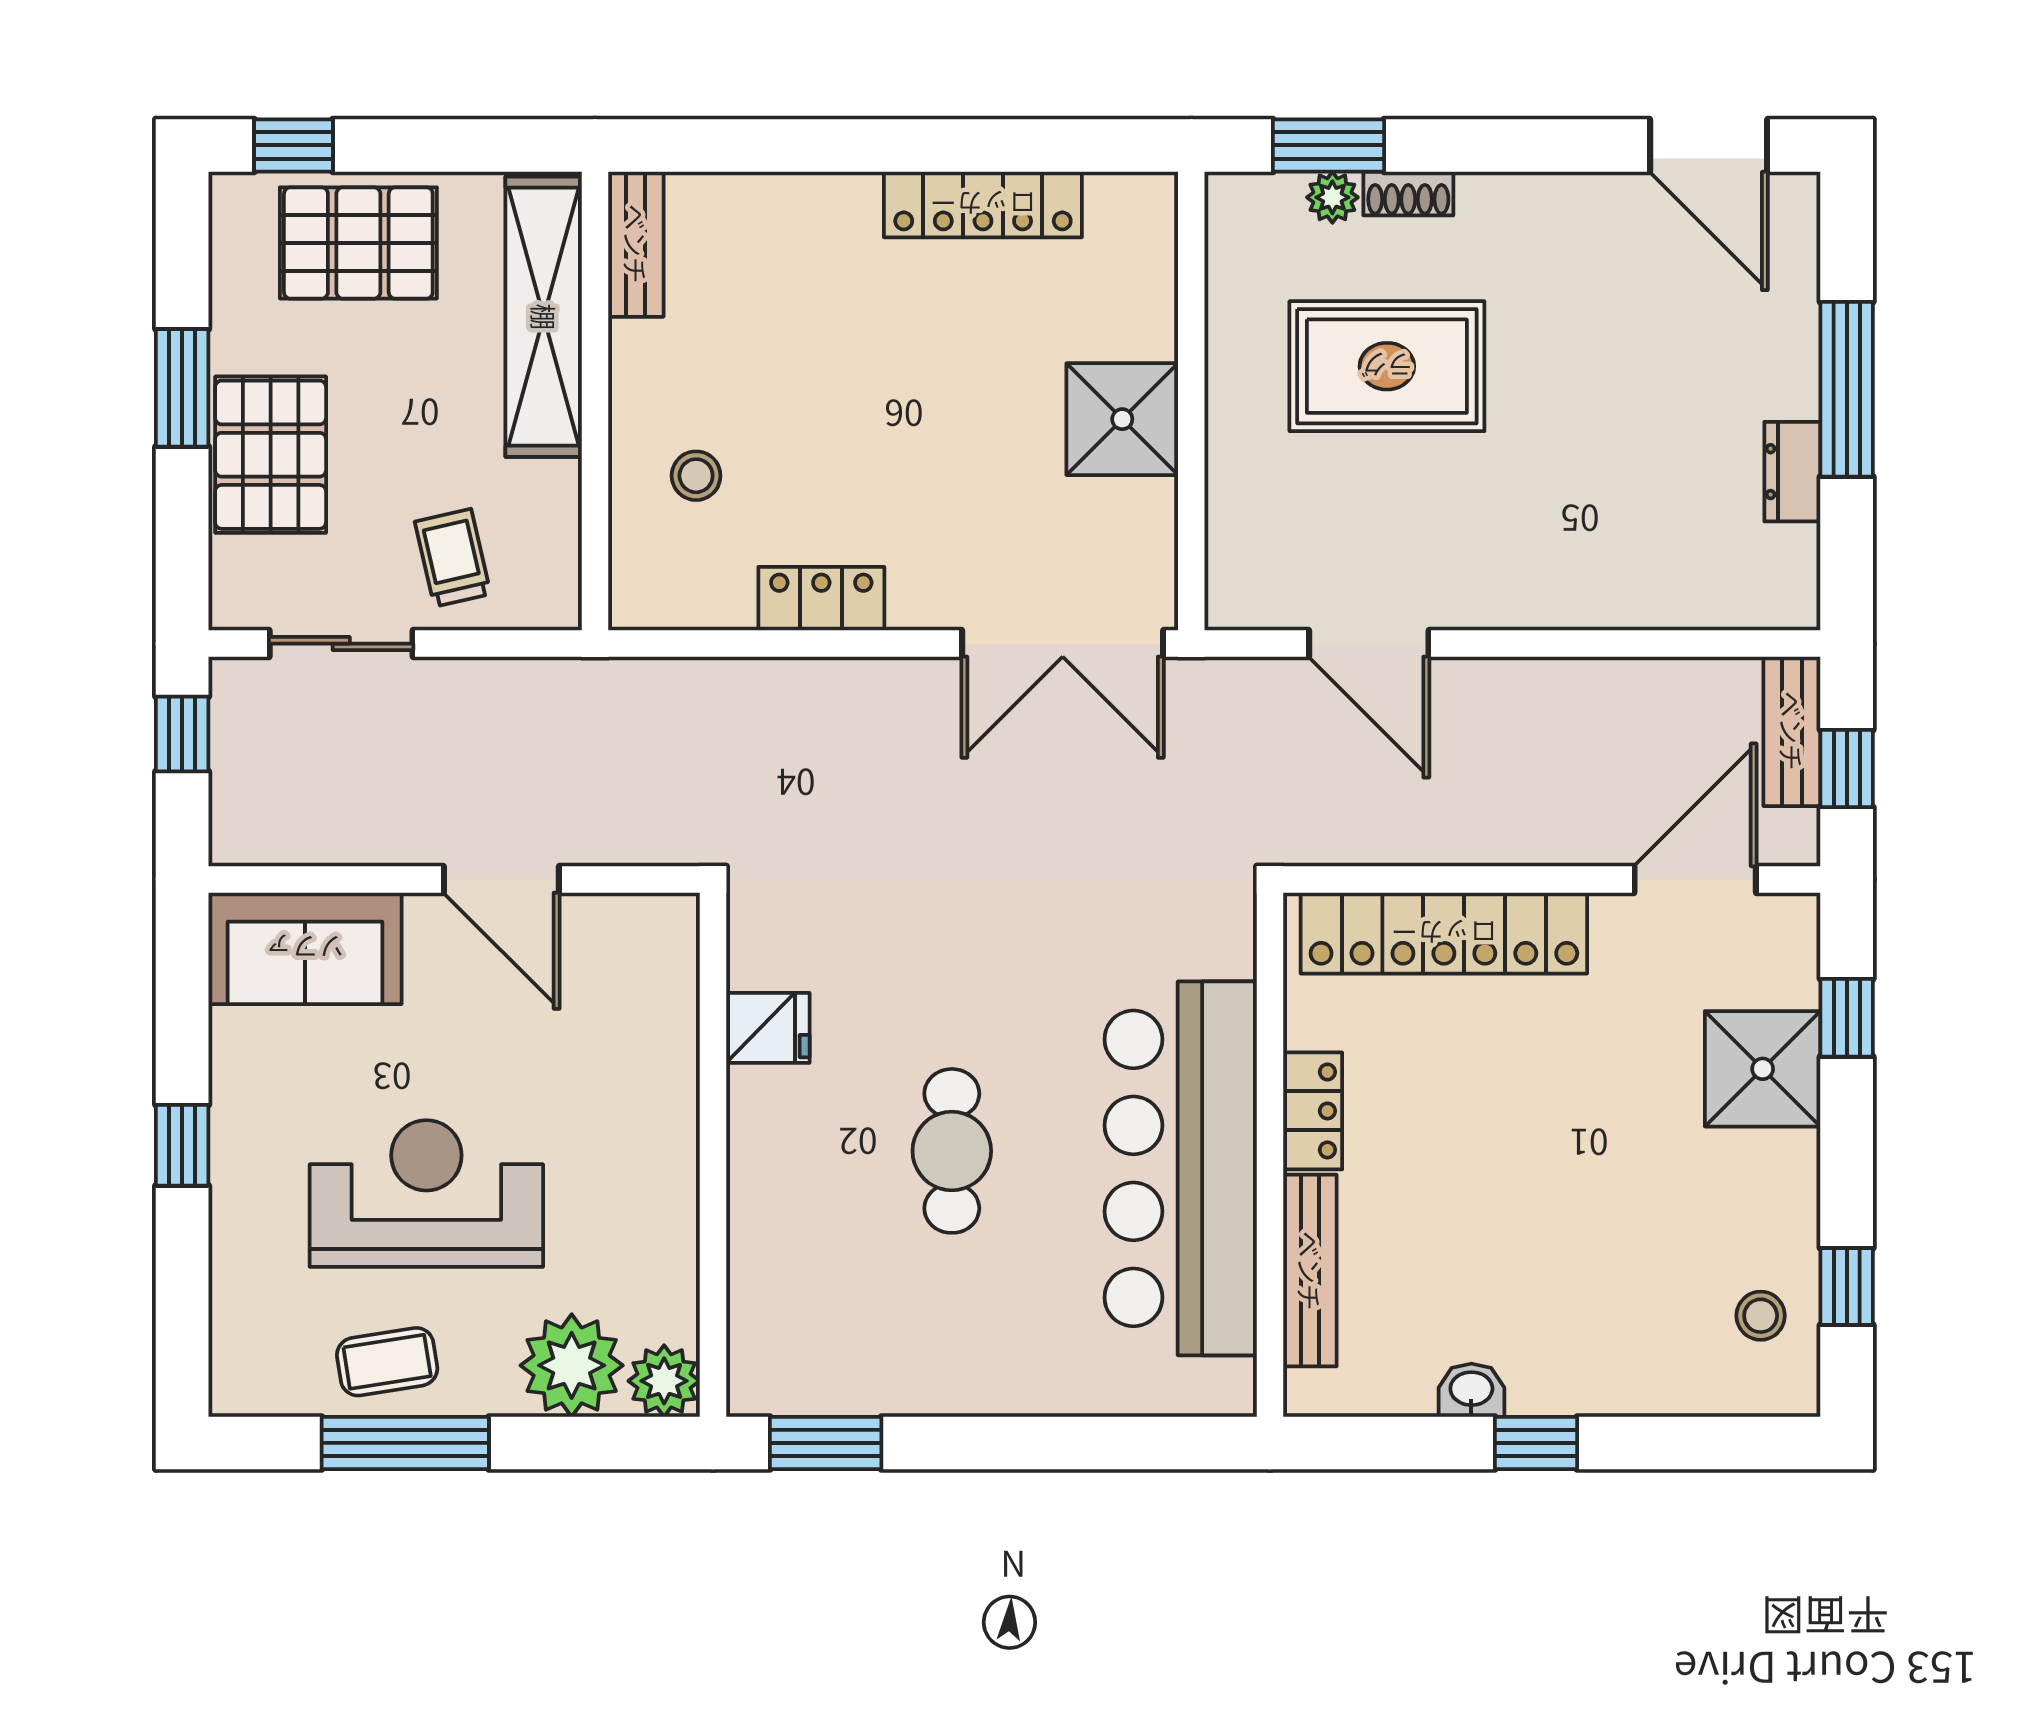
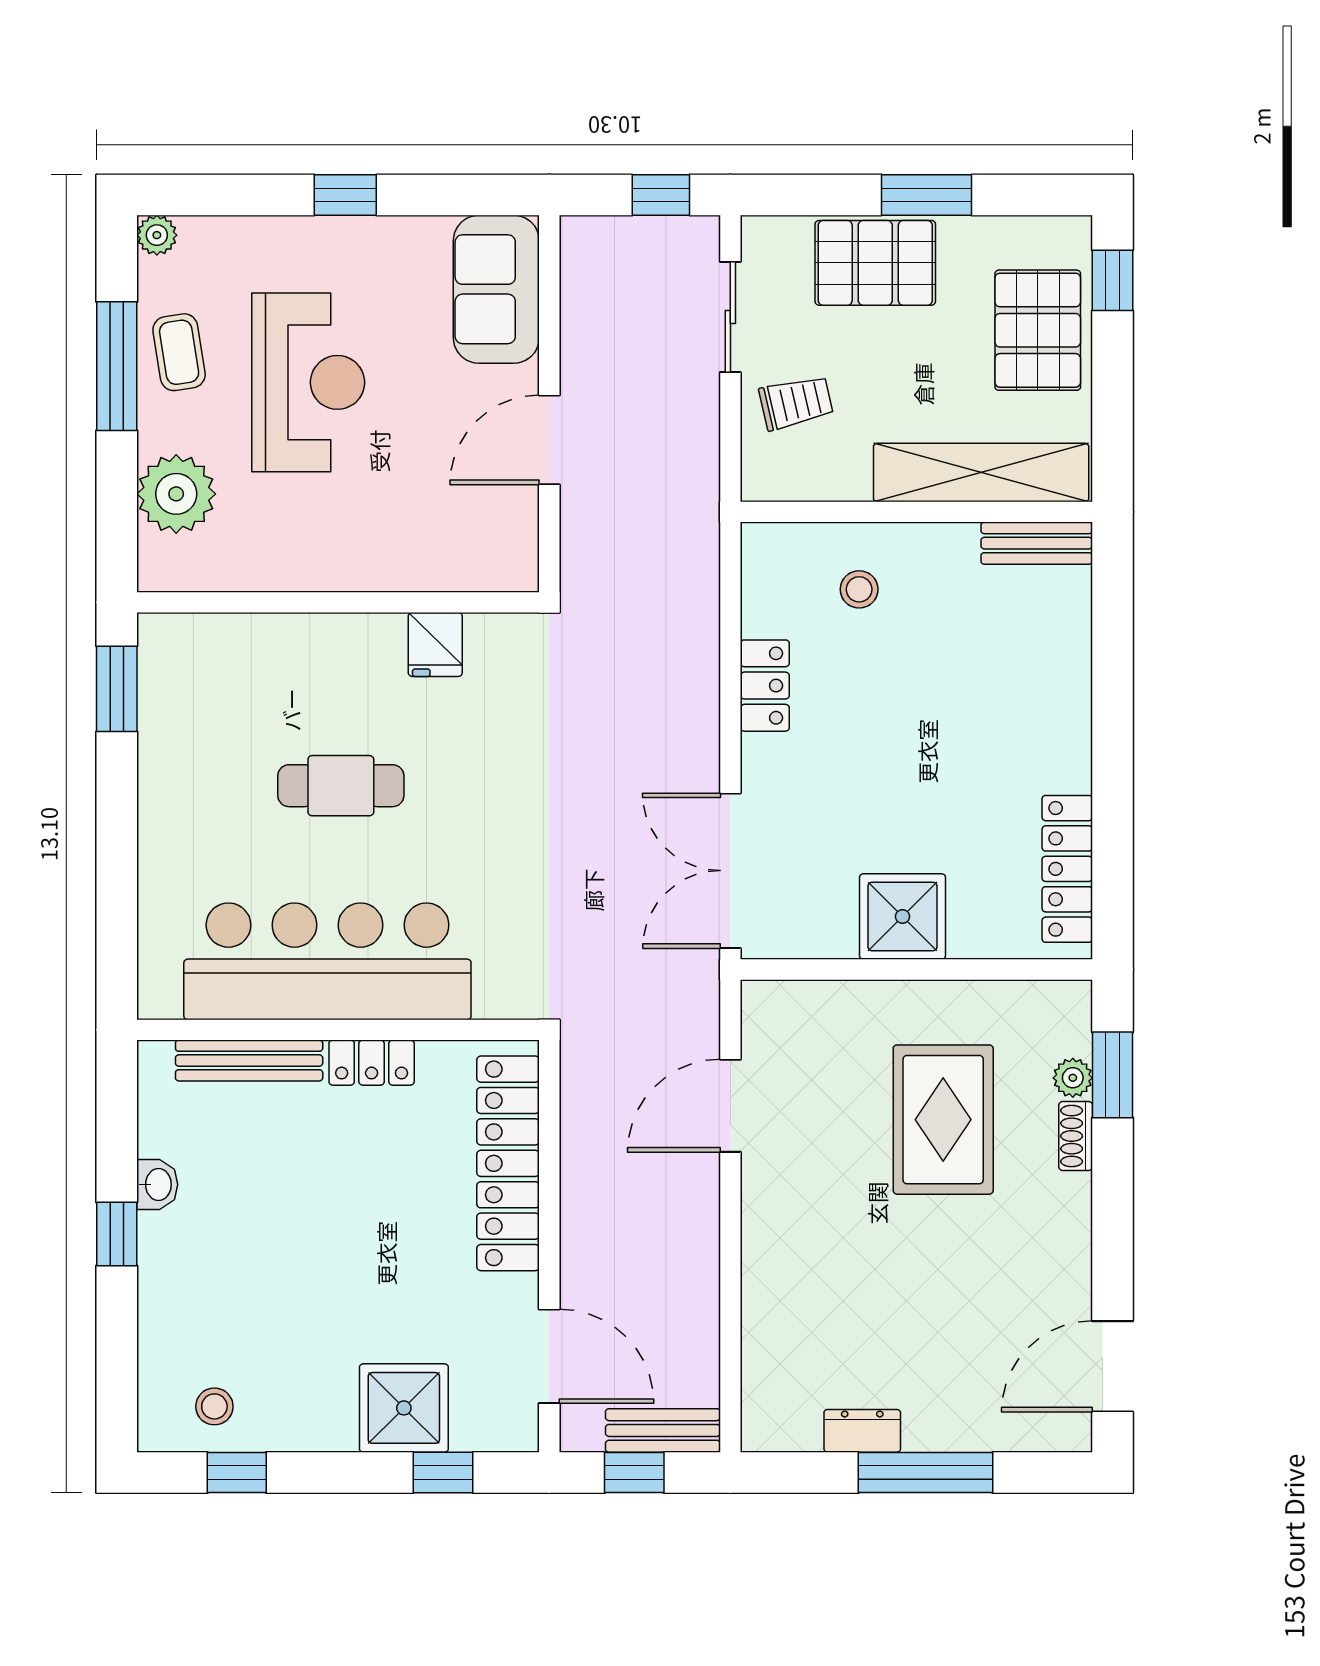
locker: (983, 204) -> (1067, 869), moved
plant: (664, 1381) -> (157, 235), moved, width x0.73, depth x0.73

